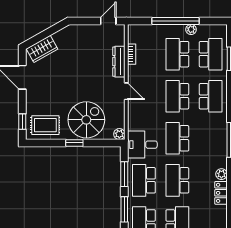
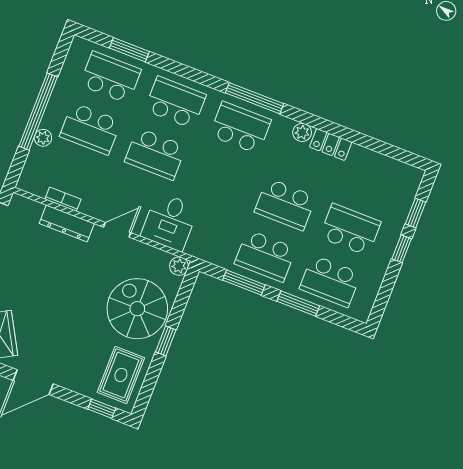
plant: (191, 29) -> (43, 138), moved
school desk: (177, 138) -> (240, 128), moved, turned 180
desk: (142, 145) -> (170, 222), moved

